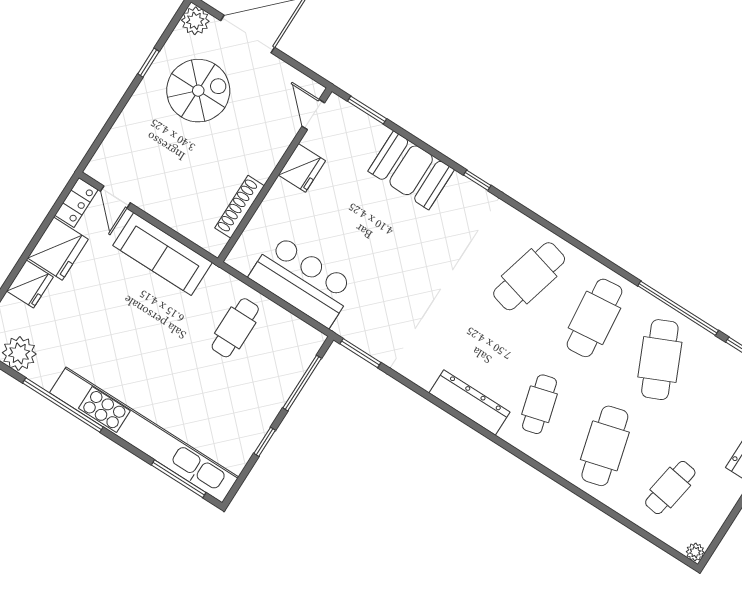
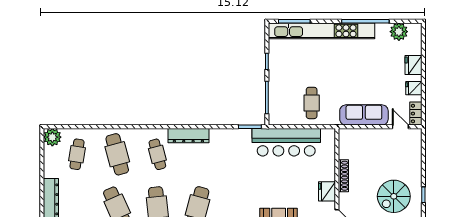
shoe rack: (239, 207) -> (343, 176), moved
fridge: (58, 249) -> (414, 88), width x0.53, depth x0.75
bar counter: (302, 281) -> (286, 142), width x1.36
plant: (695, 552) -> (52, 137), width x1.88, depth x1.88

